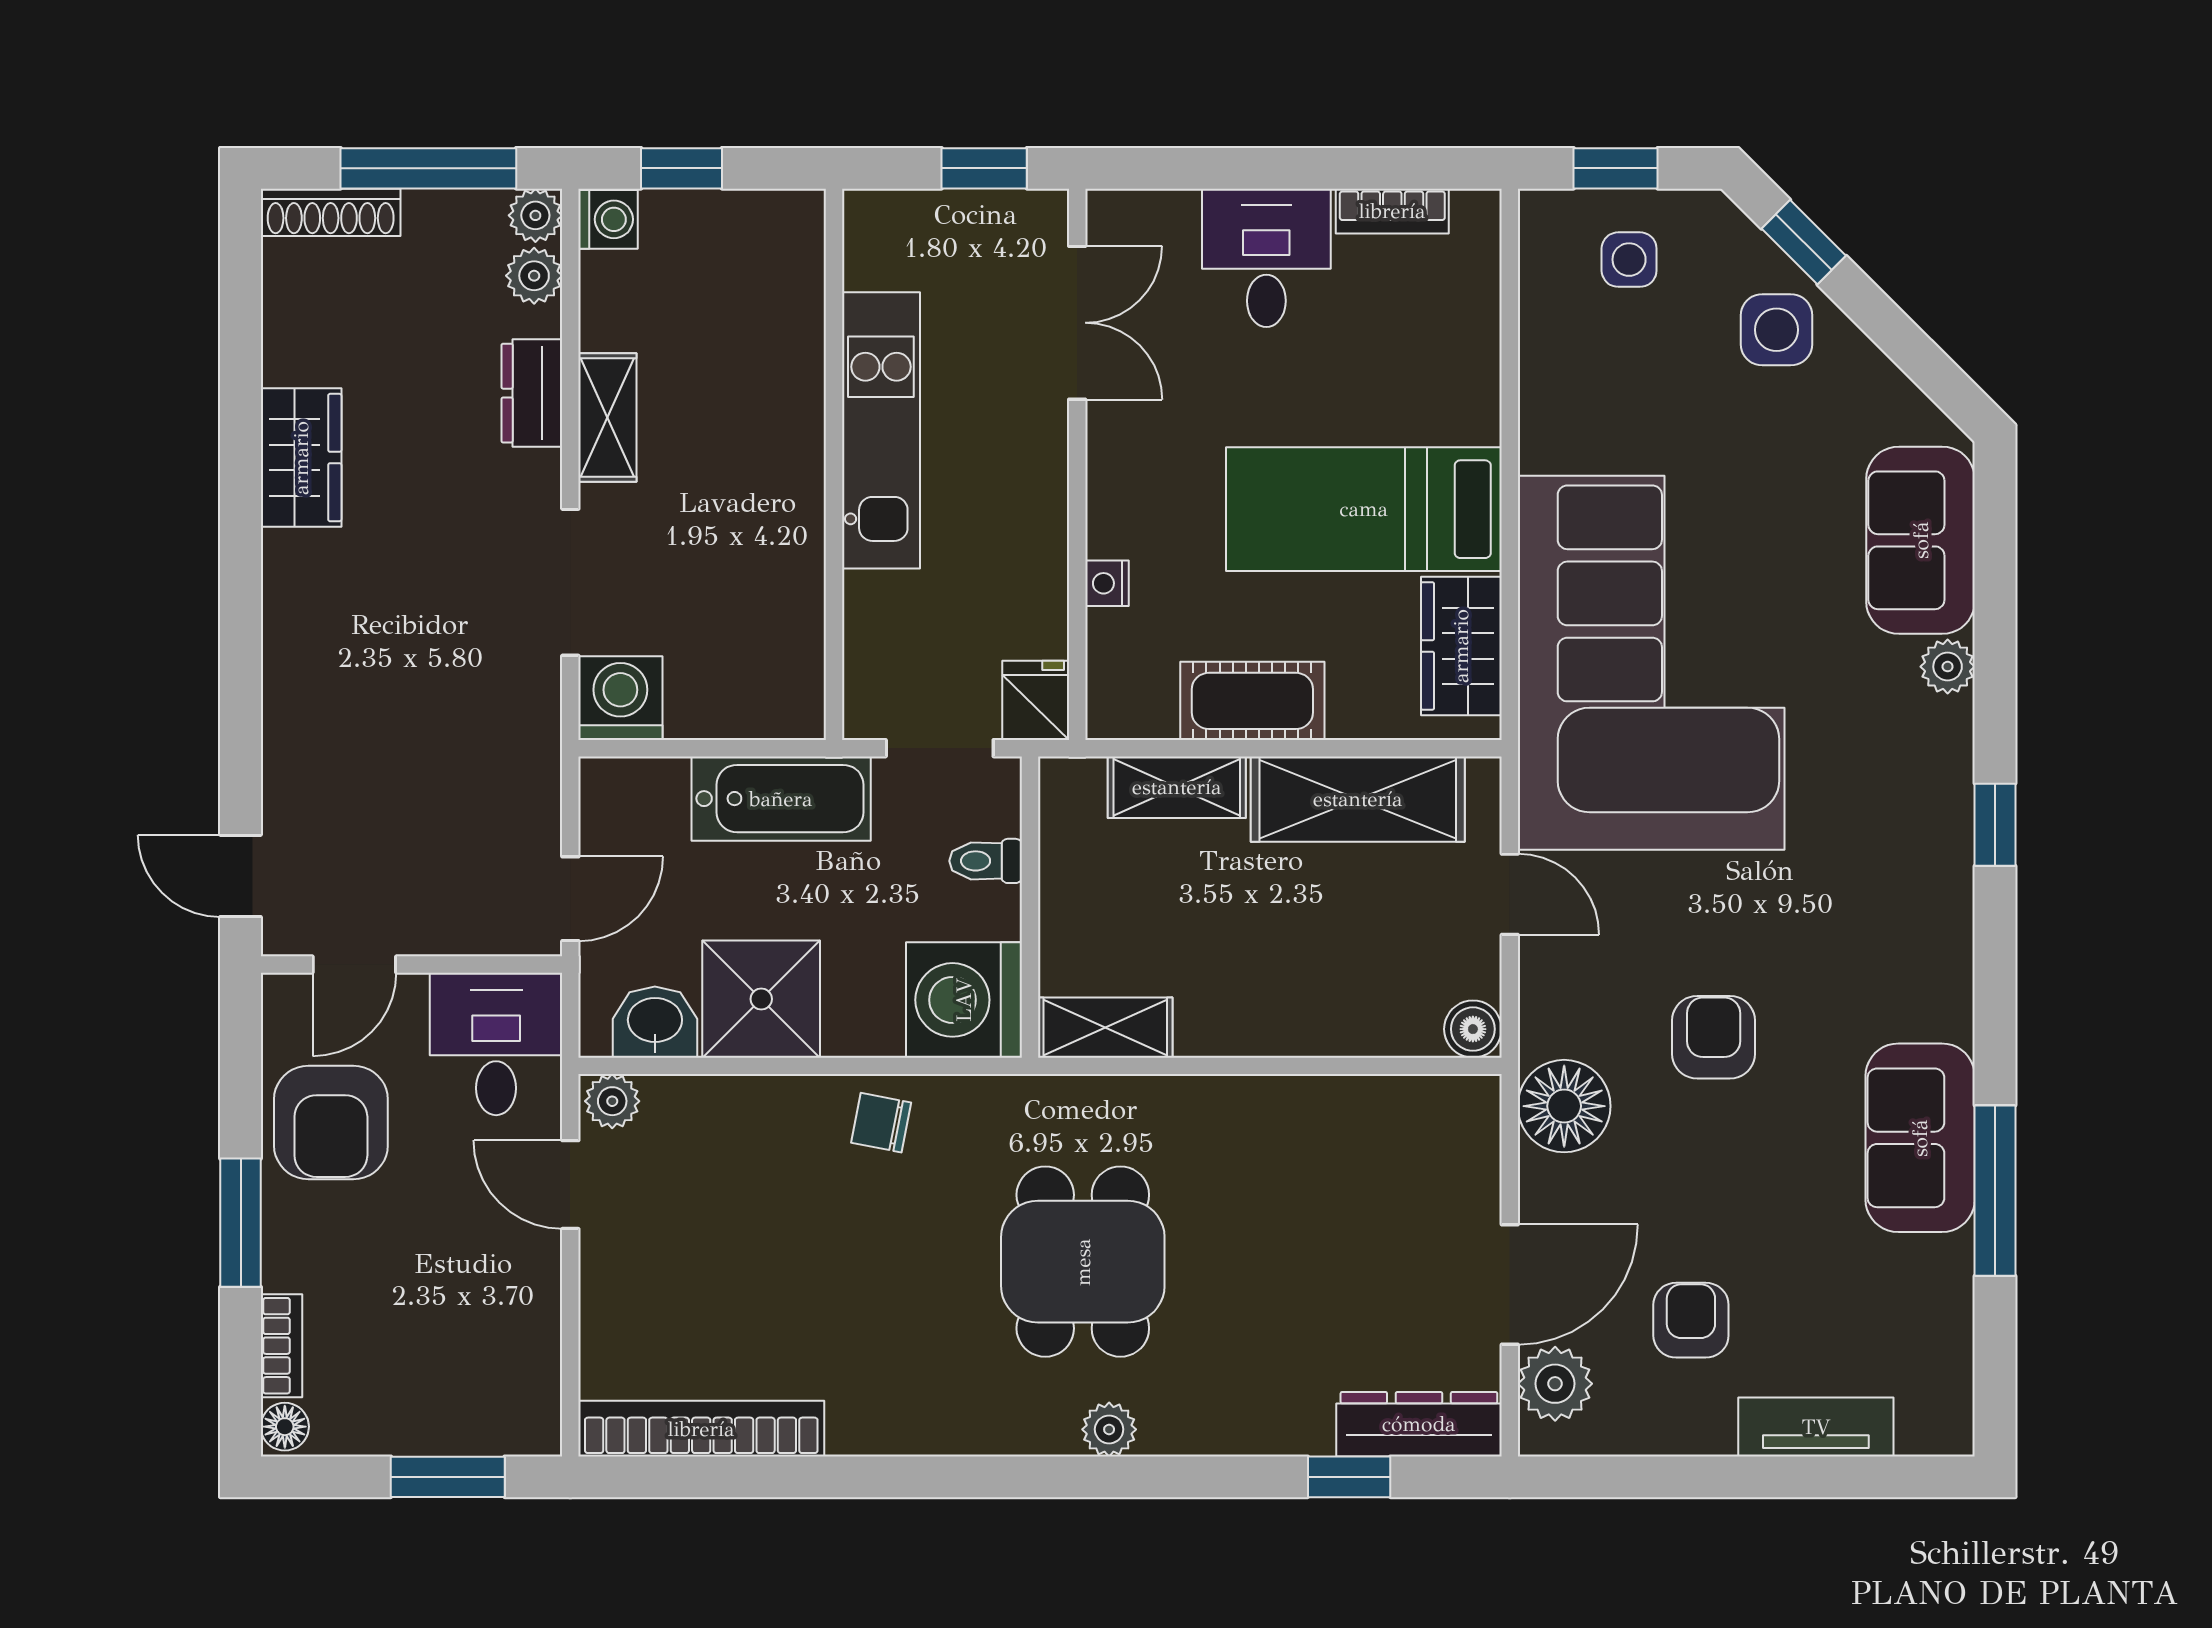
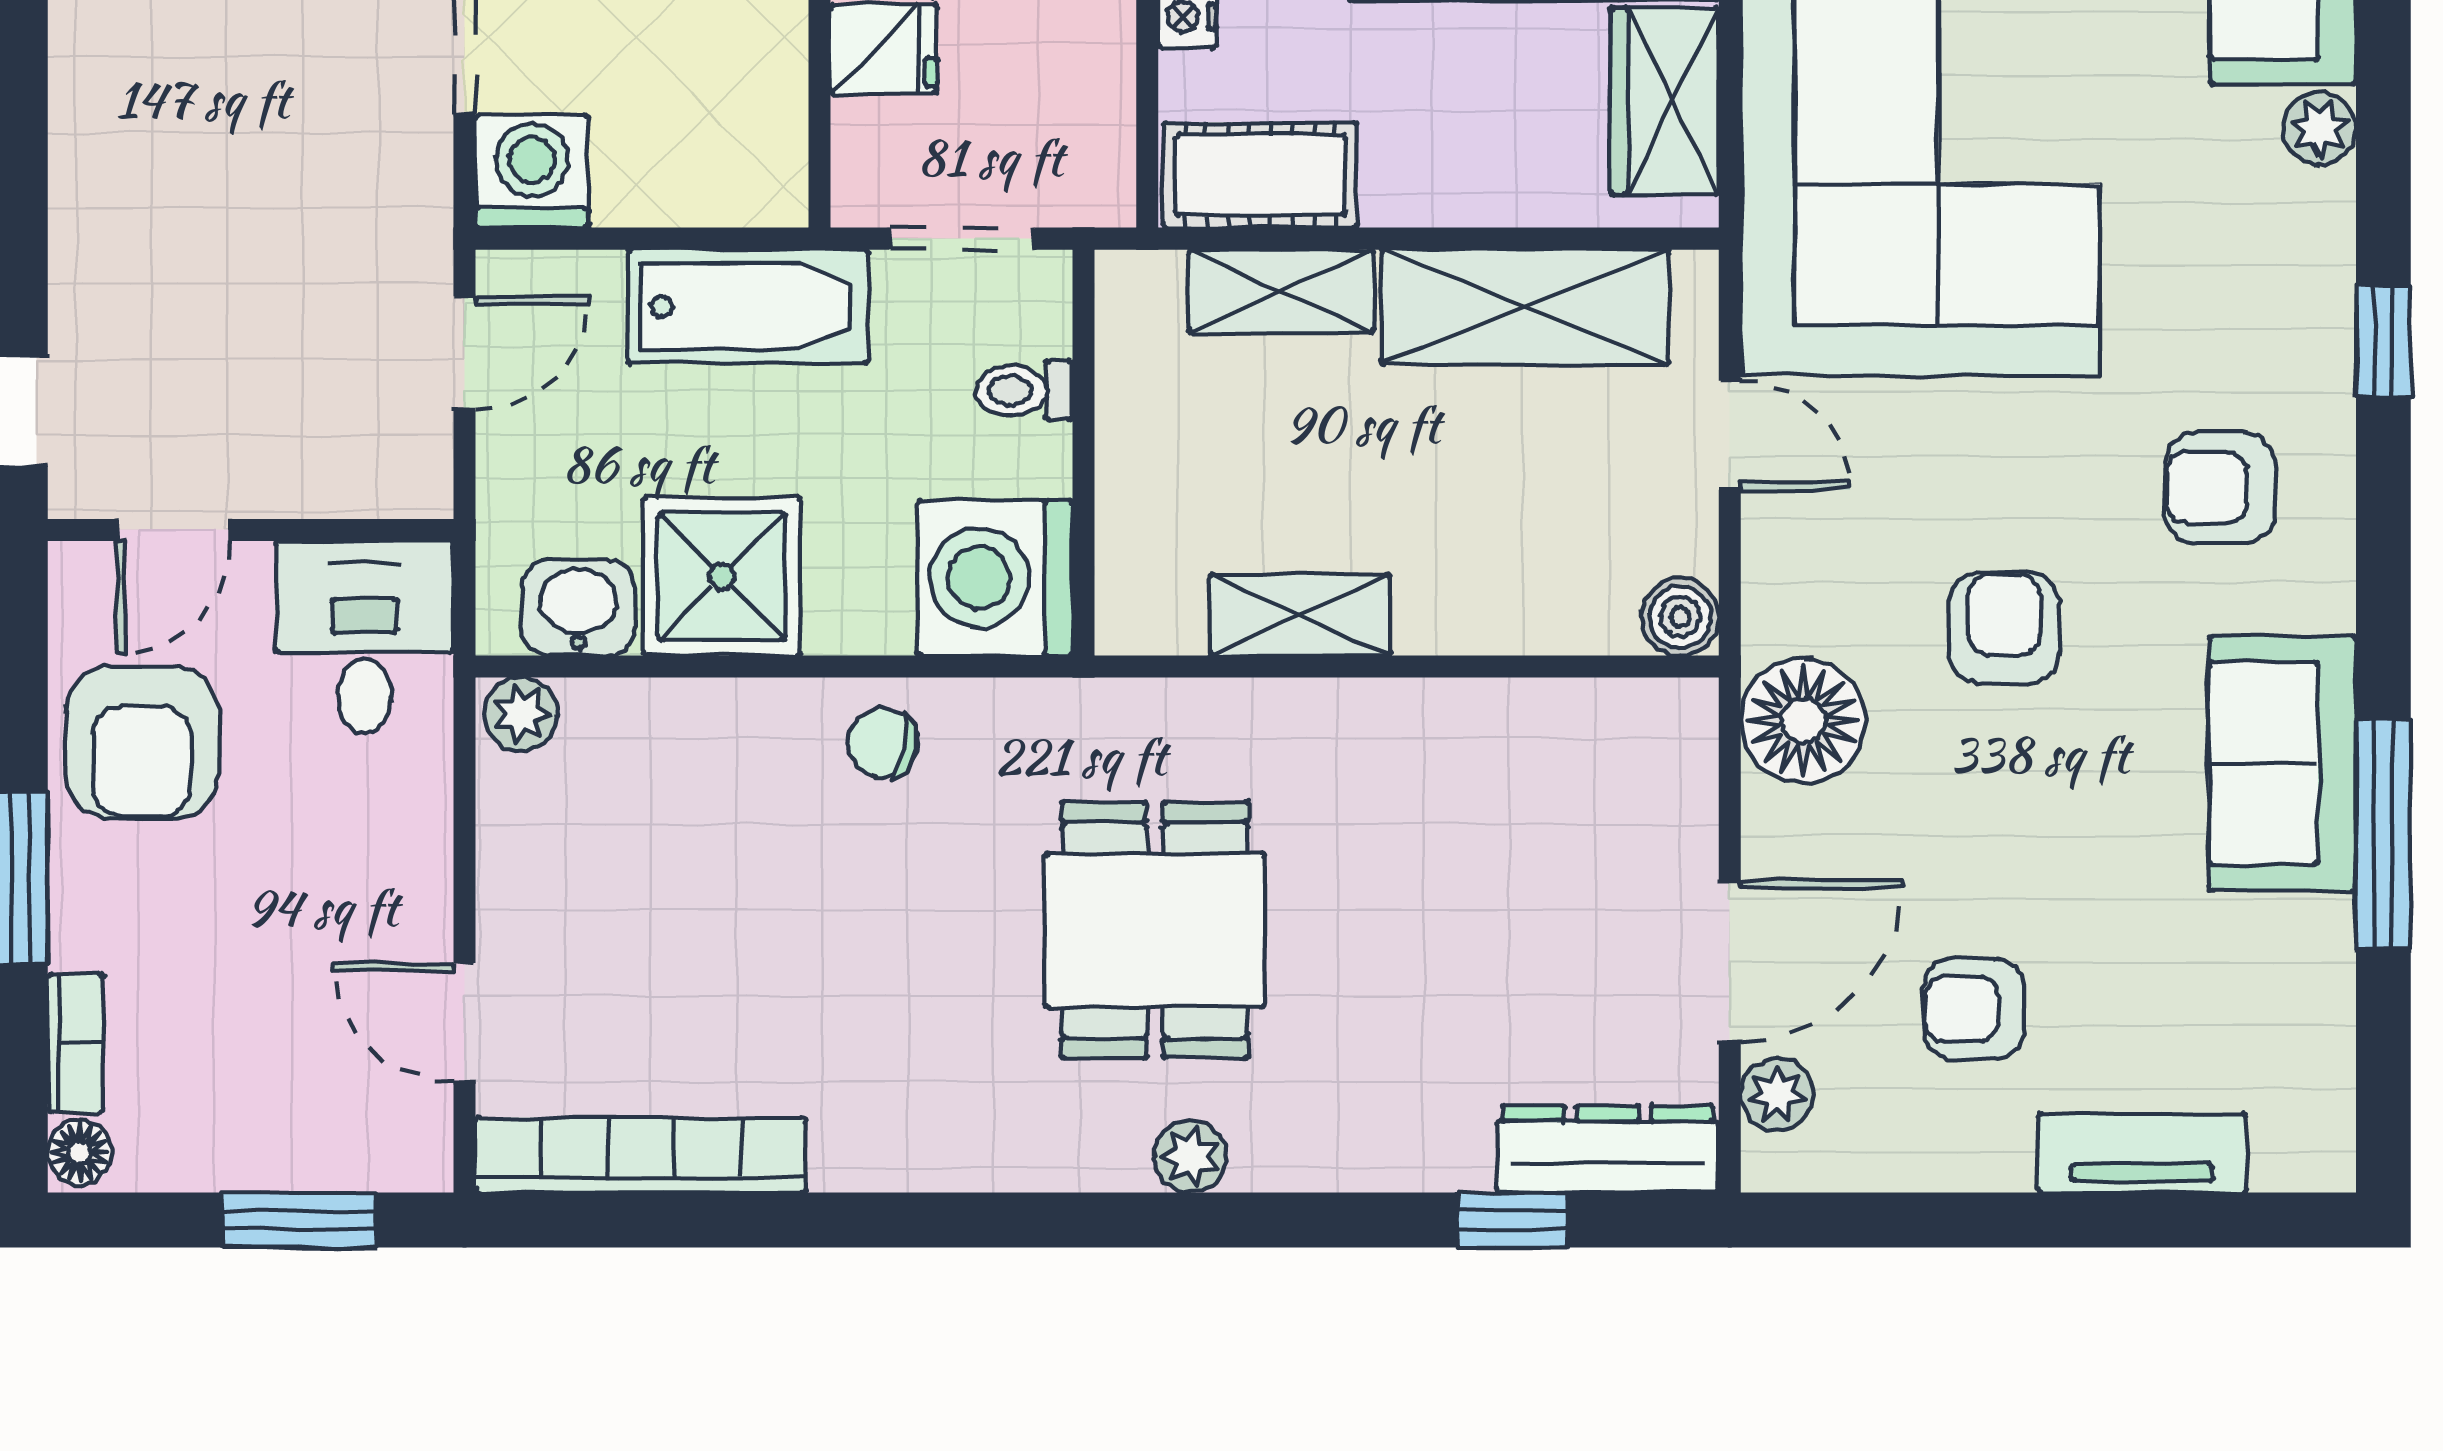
fridge: (1036, 700) -> (884, 49), moved, turned 90
cot: (1252, 701) -> (1260, 175), moved
door: (570, 899) -> (465, 353), moved
armchair: (1874, 933) -> (2220, 488), added
shelving: (1105, 1028) -> (1300, 615), moved
door: (570, 1185) -> (465, 1023), moved
armchair: (1691, 1320) -> (1974, 1009), turned -90
plant: (1555, 1384) -> (1777, 1095), width x0.73, depth x0.73

